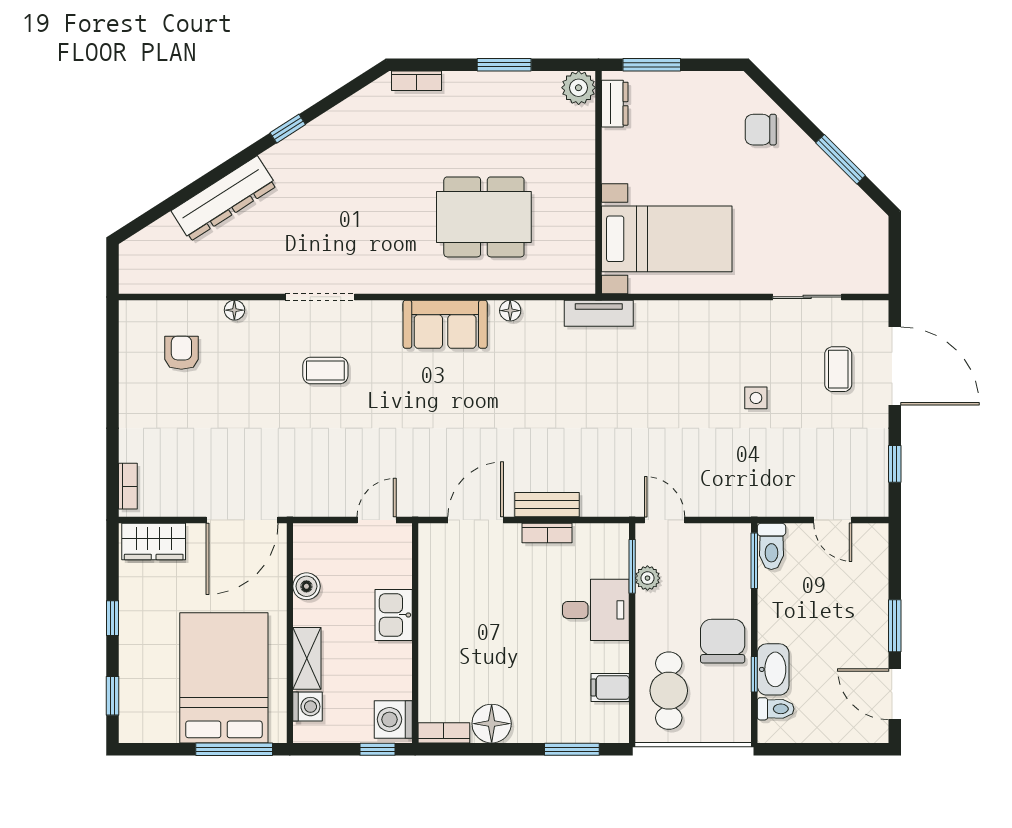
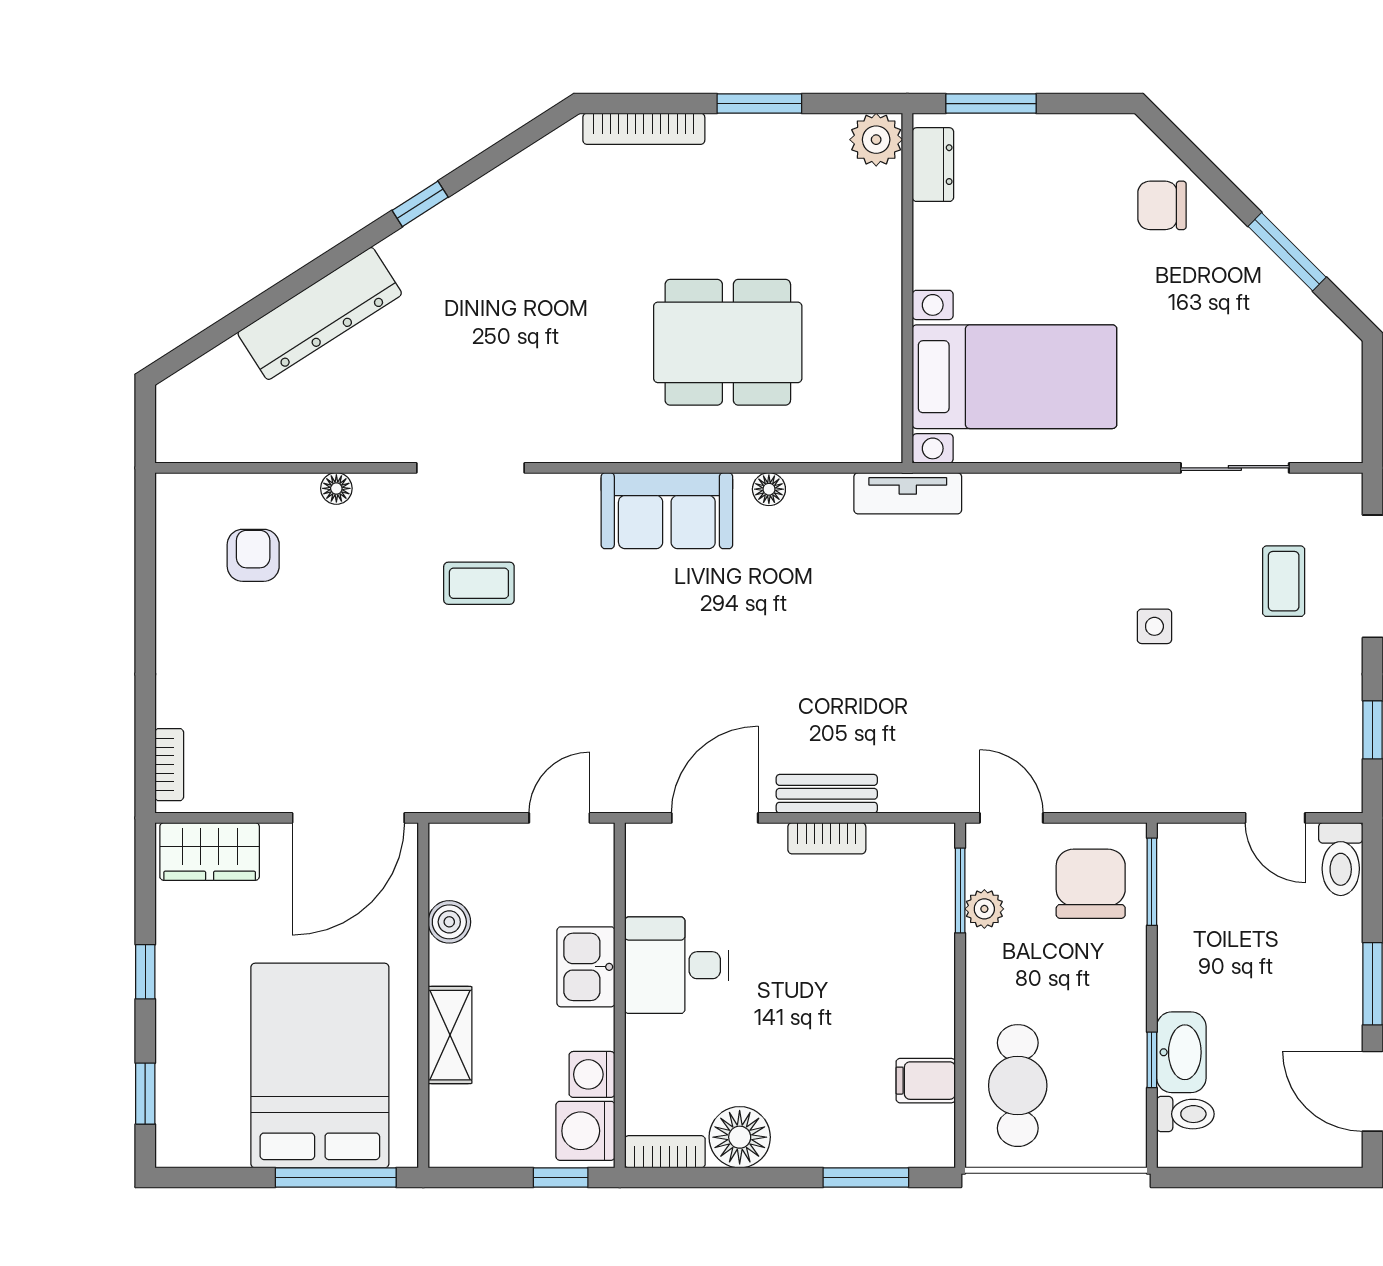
bookcase: (416, 81) -> (644, 129), width x1.56
toilet: (771, 546) -> (1341, 859), moved
desk: (596, 610) -> (677, 965), moved, turned 180
chair: (723, 641) -> (1091, 884), moved
washing machine: (308, 707) -> (592, 1074), moved, turned 180

